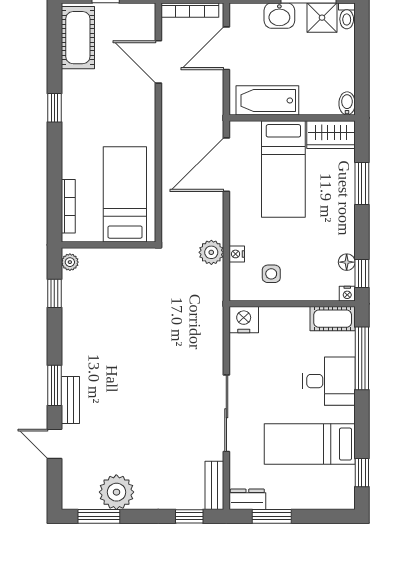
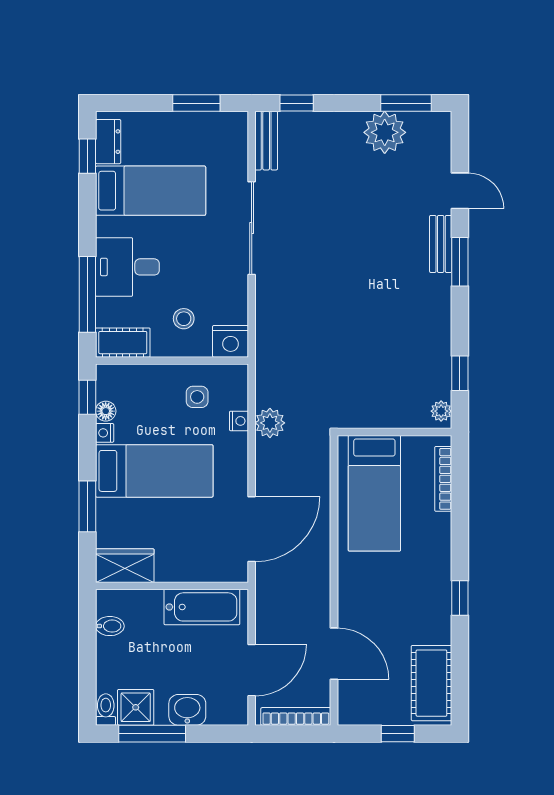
bidet: (347, 103) -> (110, 626), moved, turned -90
bed: (283, 169) -> (154, 471), moved, turned 90
nightstand: (347, 294) -> (105, 433), moved, turned -90
stool: (282, 338) -> (184, 319), added
dresser: (247, 499) -> (108, 142), moved, turned -90

